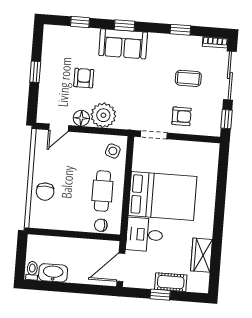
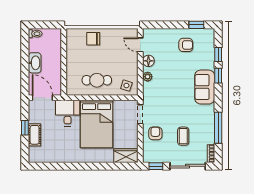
window: (125, 25) -> (218, 76), moved
window: (180, 30) -> (218, 128), width x2.17
window: (35, 72) -> (196, 25), moved
armchair: (84, 78) -> (186, 45), moved
plant: (103, 115) -> (148, 77), width x0.53, depth x0.53
armchair: (182, 116) -> (155, 133), turned 180
chair: (101, 225) -> (72, 81), removed
wardrobe: (202, 255) -> (126, 156), moved
washbasin: (53, 273) -> (35, 63), moved

